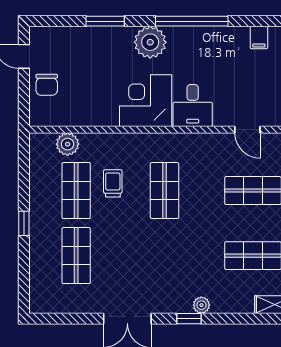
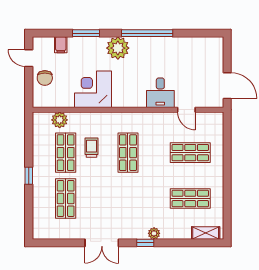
filing cabinet: (259, 38) -> (61, 45), moved
corner desk: (146, 101) -> (93, 89), moved
desk: (193, 106) -> (160, 93), moved

